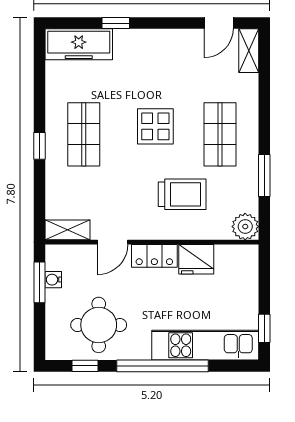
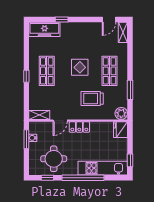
trolley: (182, 194) -> (92, 99), turned 180
fridge: (196, 259) -> (121, 130), moved, turned 90

